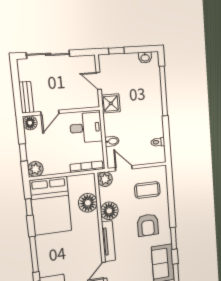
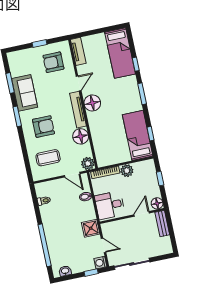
sliding door: (48, 54) -> (132, 264), moved
washing machine: (105, 61) -> (100, 263), added
plant: (35, 169) -> (127, 171), moved
floor lamp: (88, 203) -> (92, 103), moved
bed: (51, 206) -> (138, 135), width x0.67
armchair: (148, 225) -> (43, 127), turned 90
window: (34, 254) -> (142, 94), width x0.69

